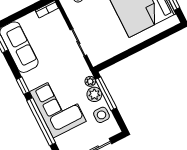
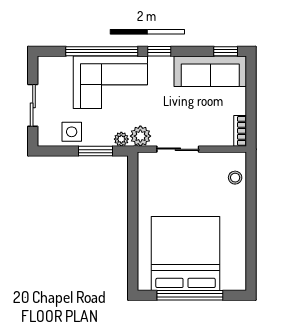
plant: (94, 94) -> (140, 136), moved
window: (106, 94) -> (96, 151), width x0.69

